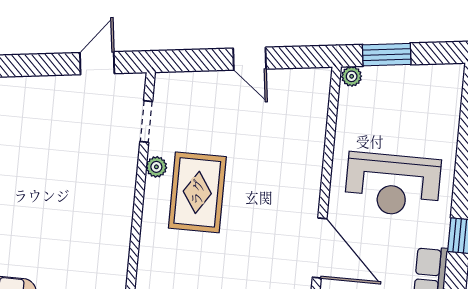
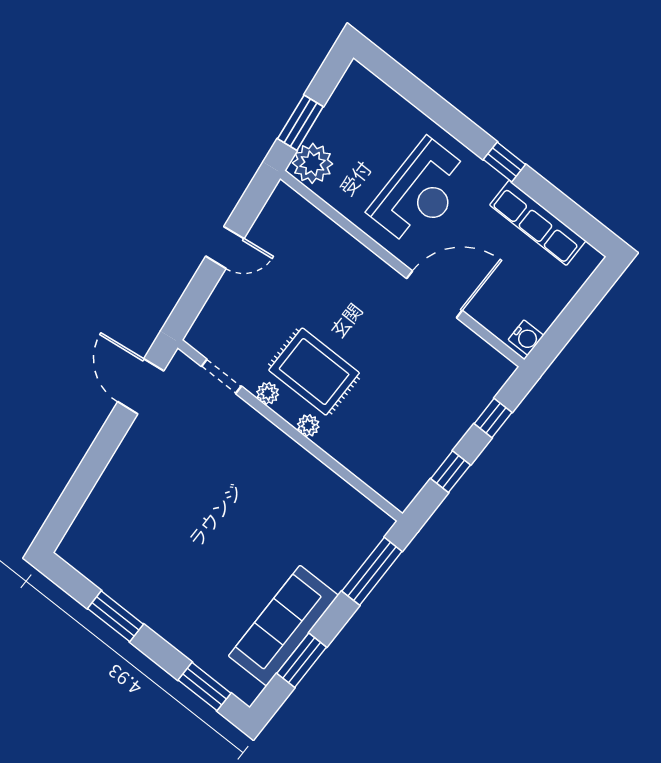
door: (97, 63) -> (141, 386), width x1.37
plant: (352, 76) -> (313, 163), width x1.88, depth x1.88
plant: (152, 215) -> (308, 426), added

